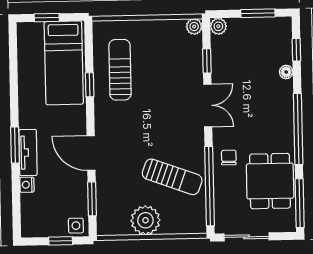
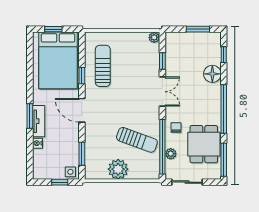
plant: (218, 26) -> (171, 154), moved
bed: (64, 63) -> (58, 60), width x1.50
floor lamp: (286, 72) -> (212, 74), width x1.89, depth x1.89
door: (91, 153) -> (82, 110), moved

